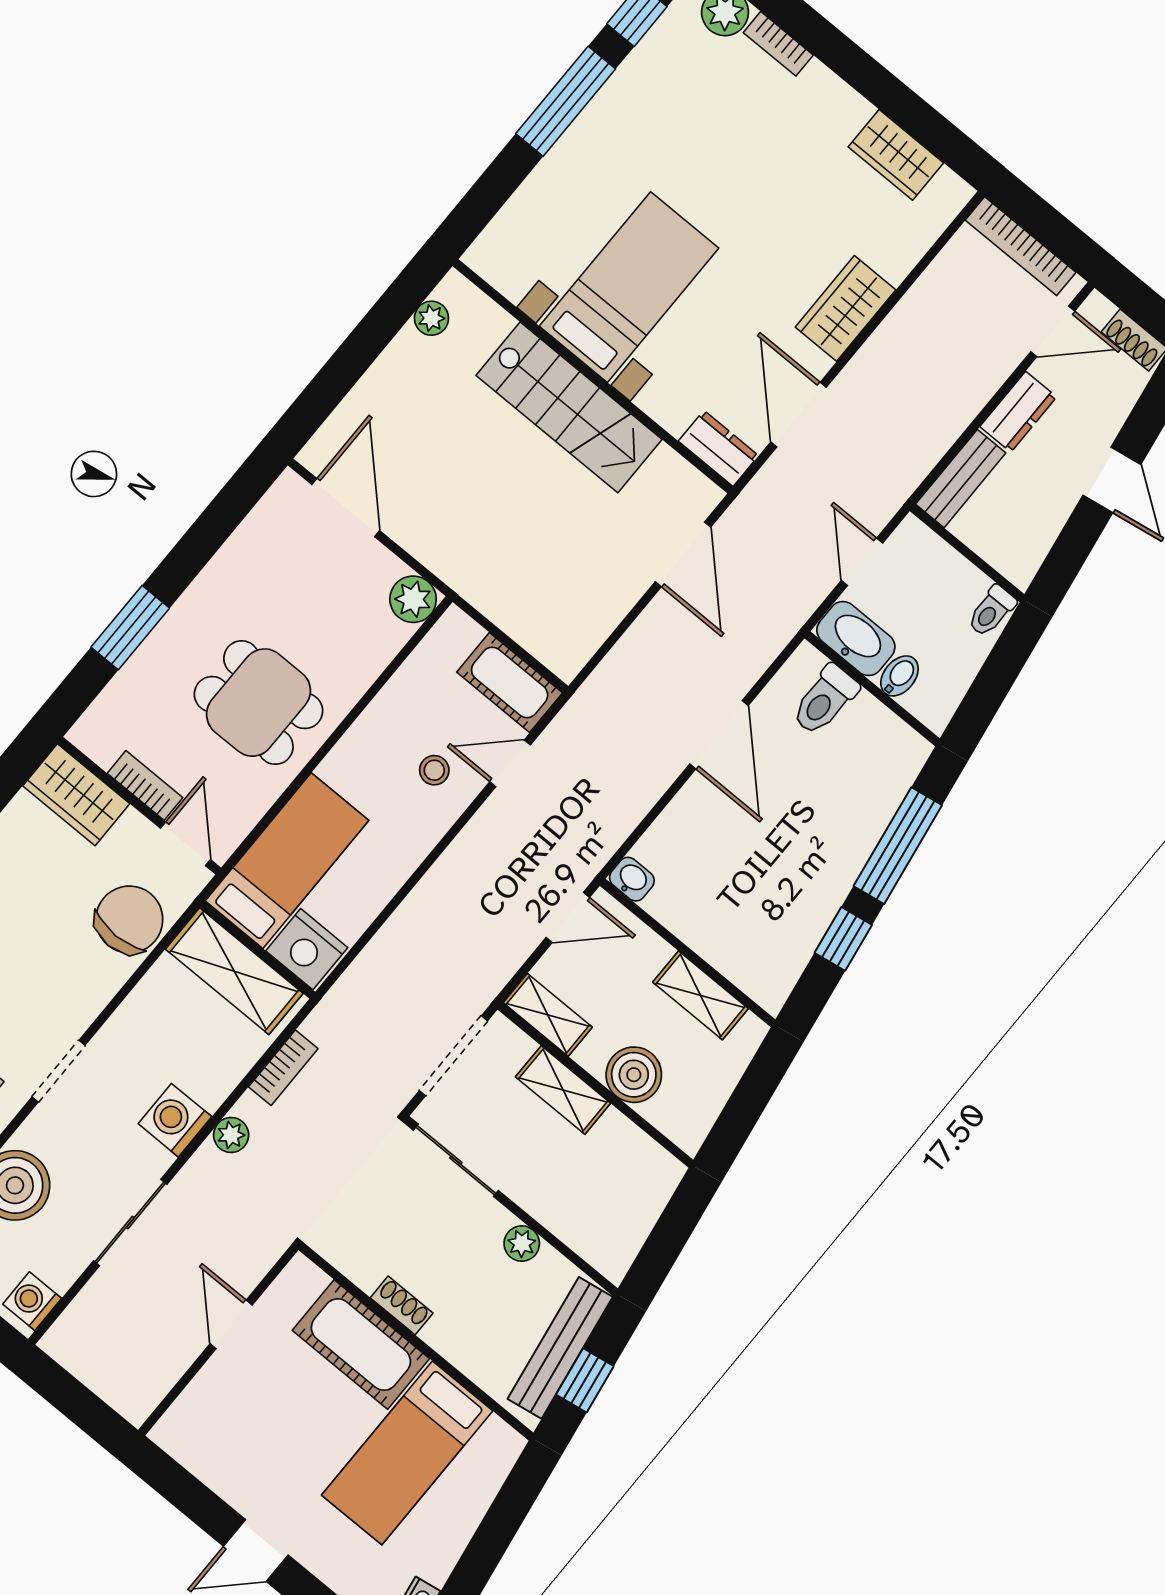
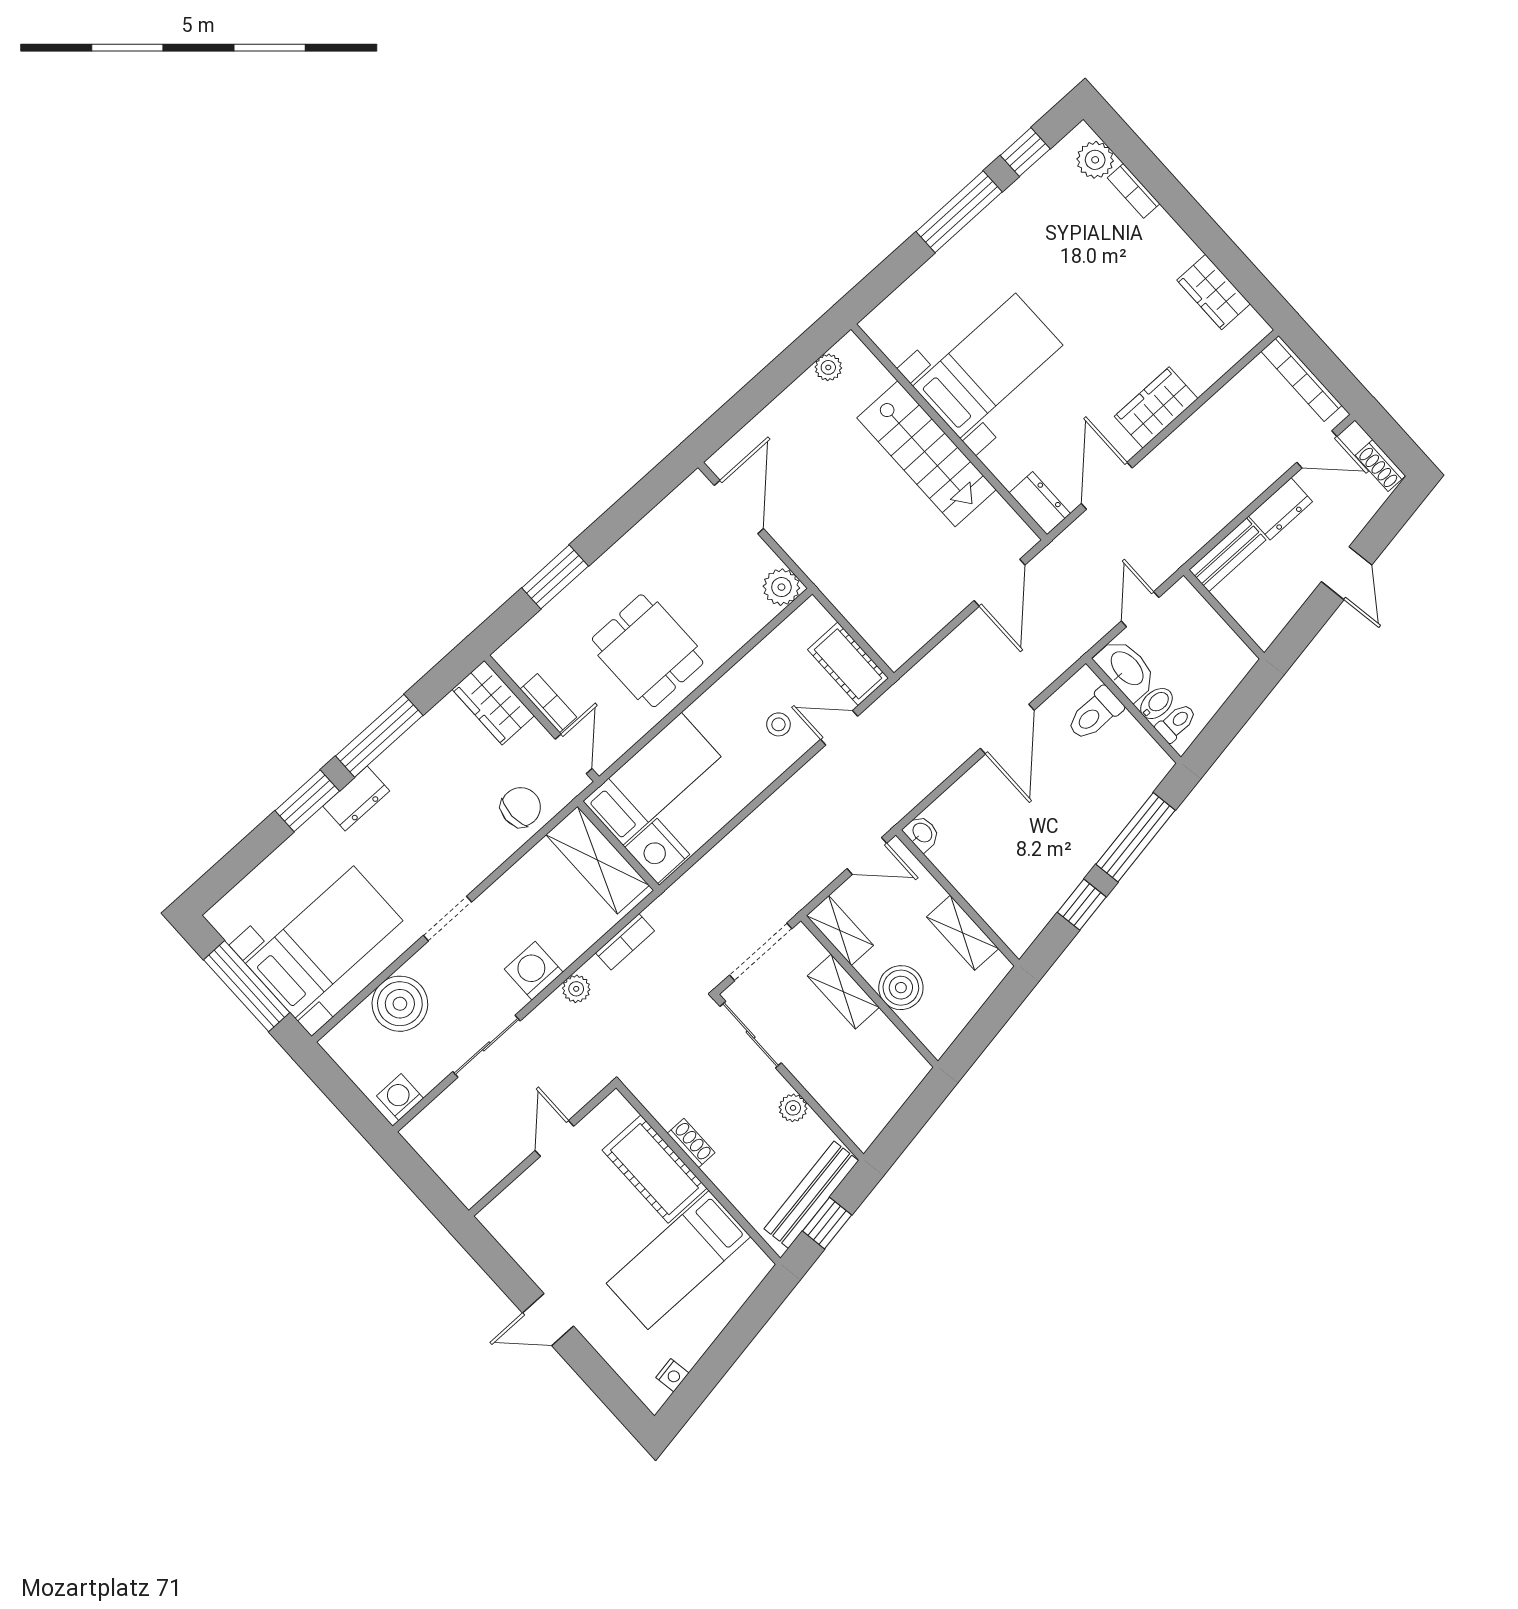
toilet: (991, 611) -> (1176, 723), moved, turned 180
chair: (129, 920) -> (521, 807), width x0.73, depth x0.73

